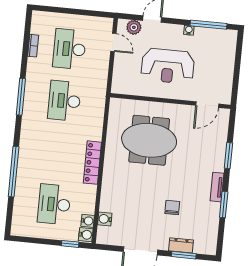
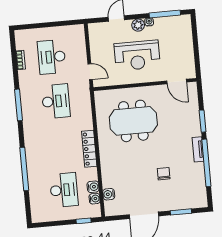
plant: (134, 27) -> (138, 25), moved
door: (113, 42) -> (90, 72), moved
desk: (64, 101) -> (56, 101), turned 180
door: (207, 105) -> (177, 82), hinge flipped
desk: (54, 204) -> (64, 190), turned 180
window: (224, 204) -> (206, 163), width x2.11
water cooler: (86, 235) -> (93, 187), moved
dresser: (181, 245) -> (177, 204), removed

